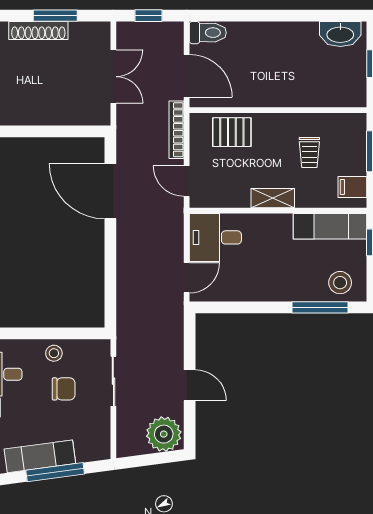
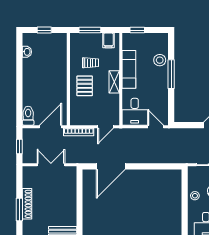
window: (55, 16) -> (19, 209), moved
washbasin: (340, 34) -> (27, 52), width x0.52, depth x0.69
pallet: (232, 132) -> (85, 86), moved
exam couch: (330, 226) -> (129, 69), moved
stool: (340, 283) -> (160, 60), moved
window: (320, 307) -> (171, 74), moved

